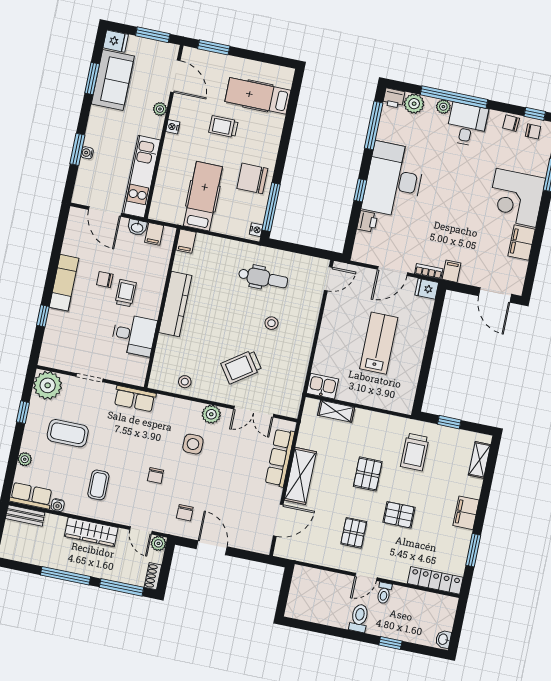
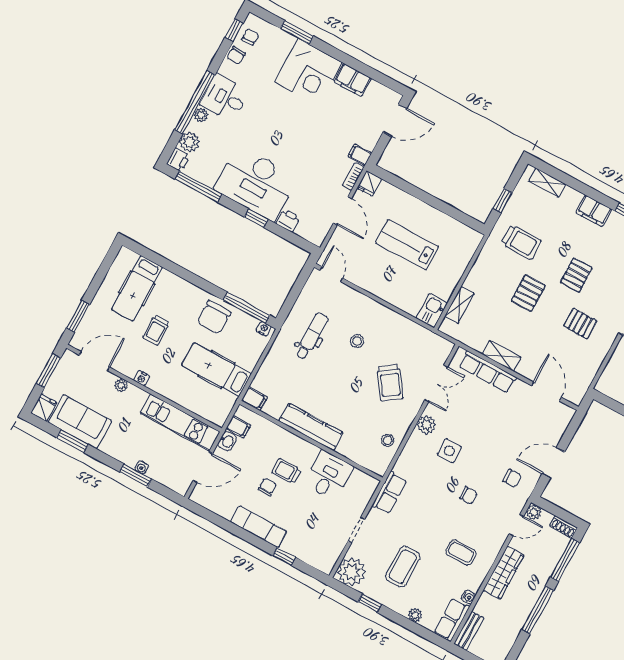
chair: (105, 280) -> (267, 487), turned 180
pallet: (368, 474) -> (528, 293), turned 90
shelving: (300, 476) -> (502, 356), width x0.67, depth x0.75

